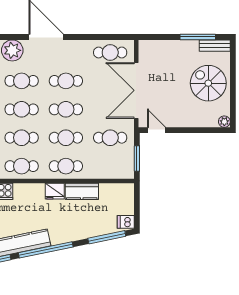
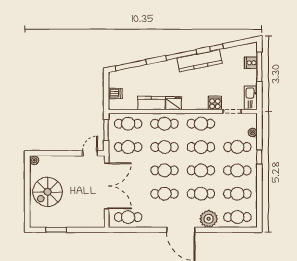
window: (198, 37) -> (56, 230), width x0.69
bench: (215, 46) -> (42, 223), removed
spiral stairs: (208, 83) -> (47, 192), turned 90
door: (156, 130) -> (90, 153), swing flipped
cafe table: (110, 166) -> (128, 124), added
dishwasher: (126, 222) -> (115, 93), moved
window: (46, 250) -> (181, 55), width x0.68

